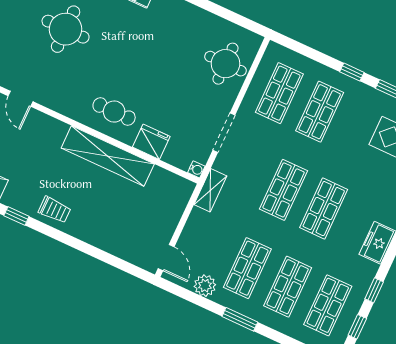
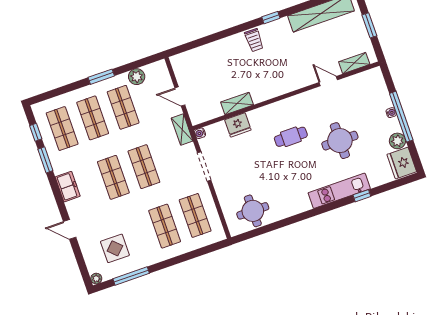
round table: (225, 64) -> (253, 211), moved
window: (352, 72) -> (168, 263), removed
cafe table: (114, 112) -> (291, 137), moved
shelving: (108, 156) -> (237, 103), width x0.45, depth x0.75
trolley: (55, 210) -> (254, 40), turned -90
door: (166, 258) -> (180, 96), moved
window: (374, 290) -> (45, 160), width x1.50

